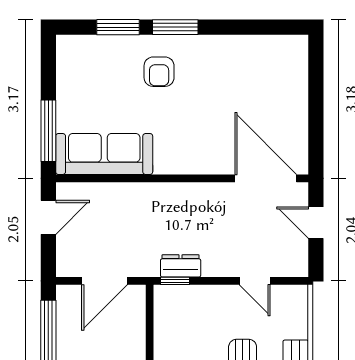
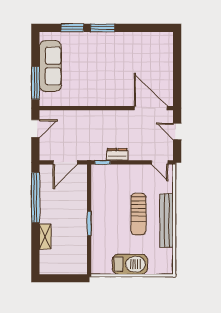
armchair: (159, 72) -> (94, 52), removed
sofa: (104, 154) -> (50, 66), moved, turned 90
dresser: (181, 266) -> (117, 154), moved
door: (255, 281) -> (160, 162), moved

